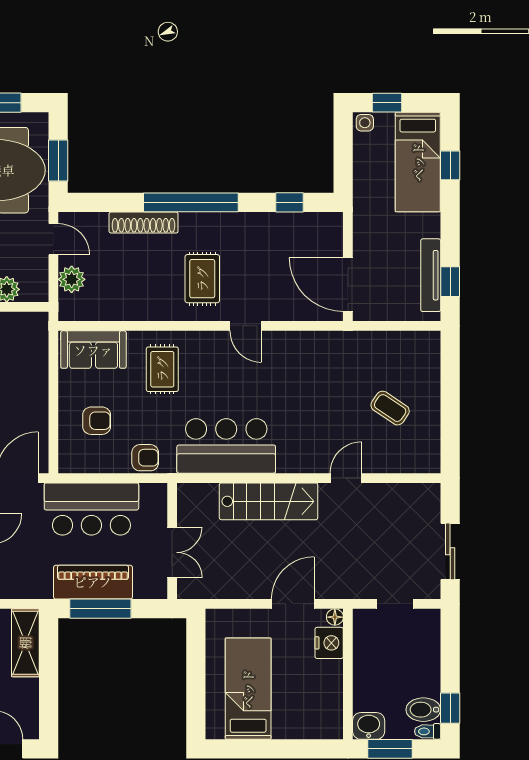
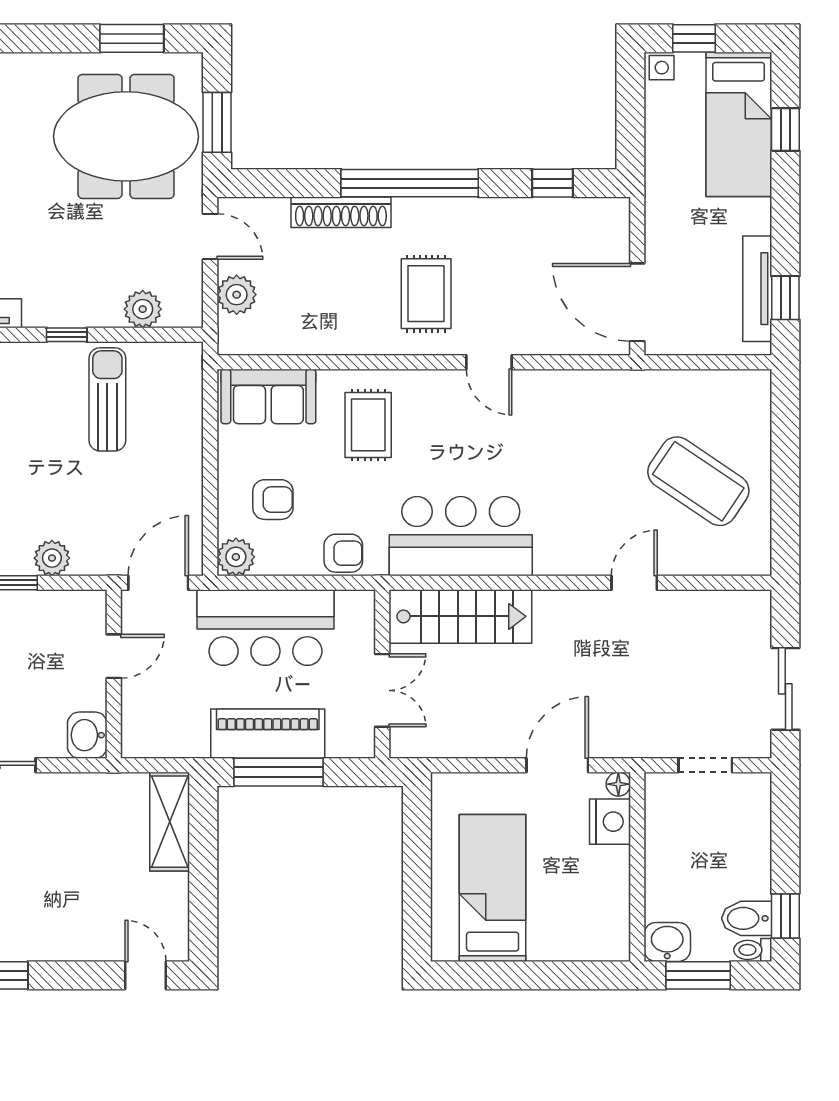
coffee table: (390, 408) -> (698, 481), width x1.86, depth x1.72
plant: (71, 460) -> (236, 557), added
stairs: (269, 501) -> (460, 616), moved

